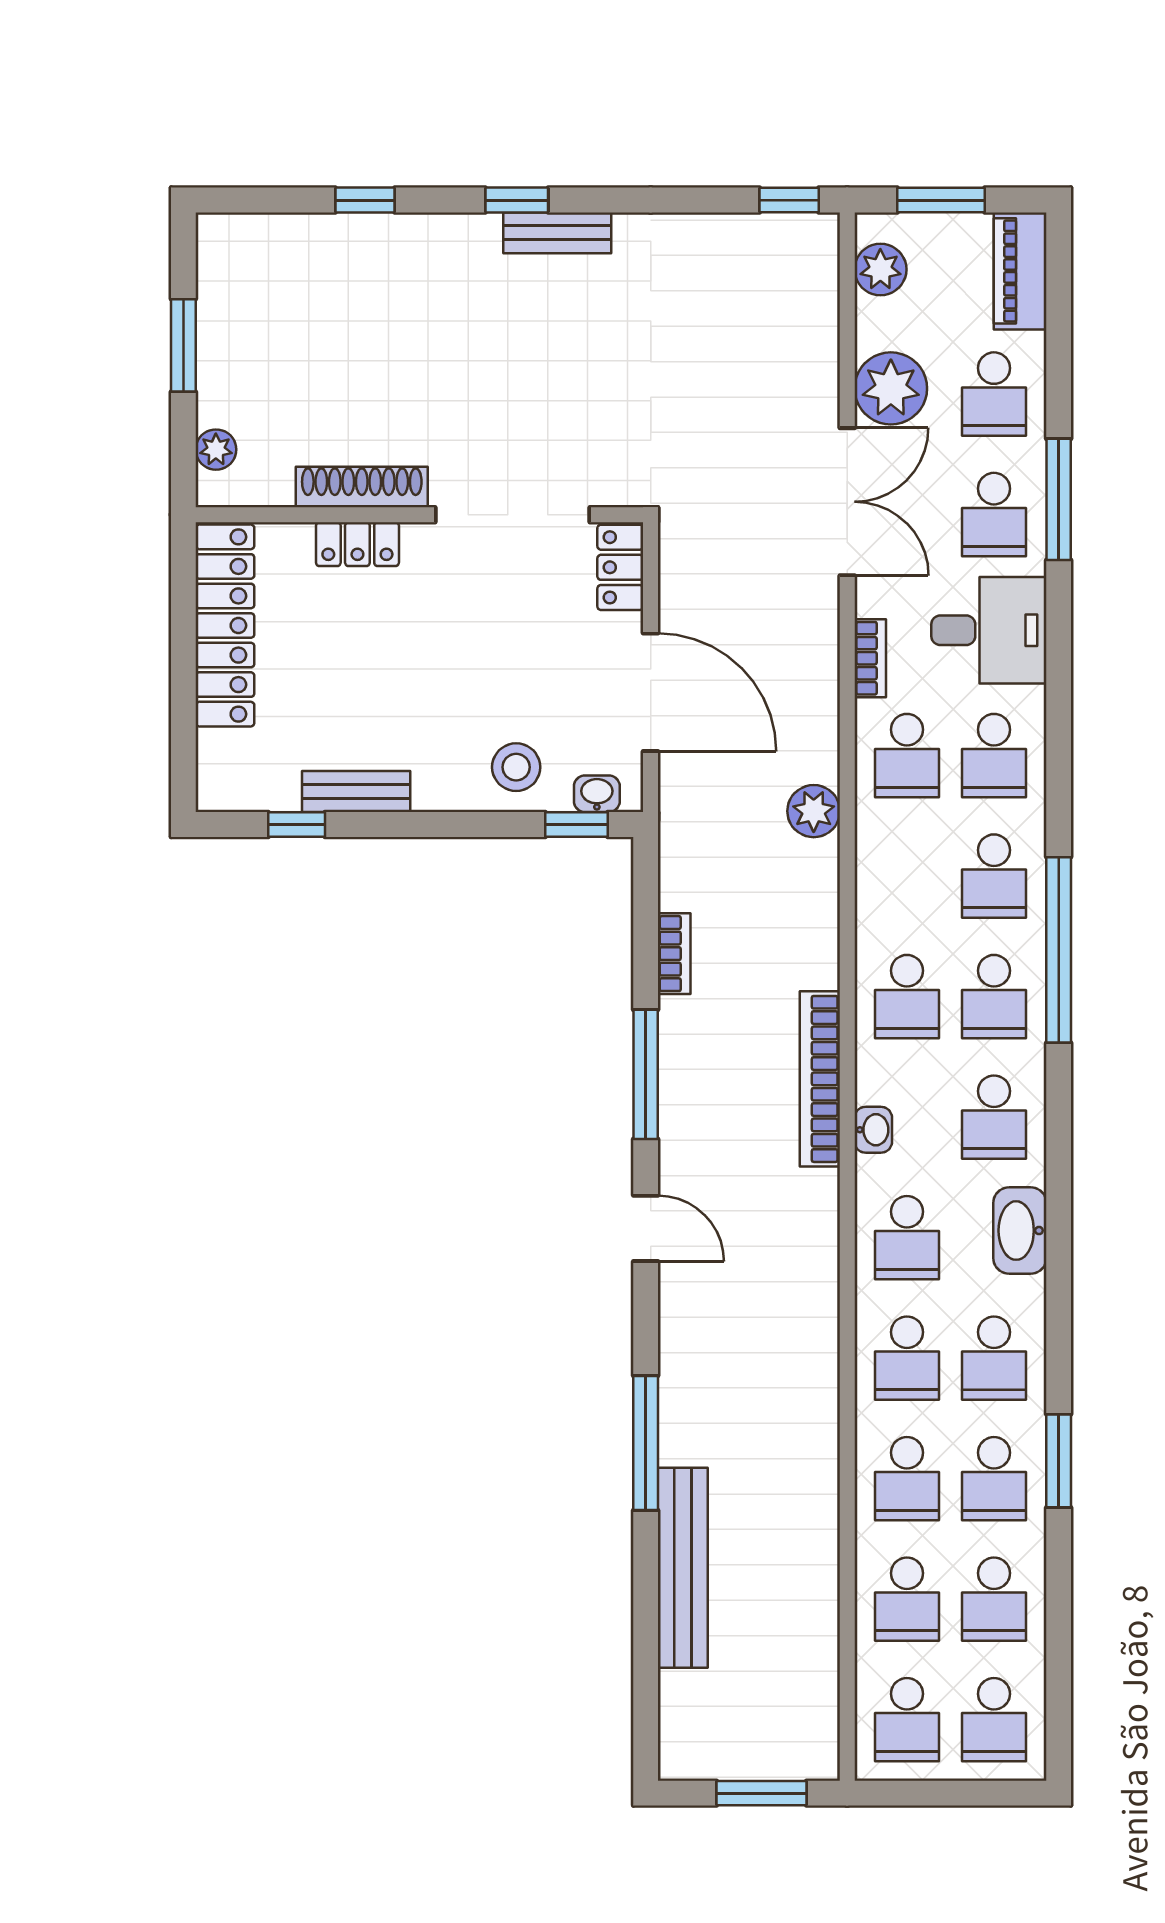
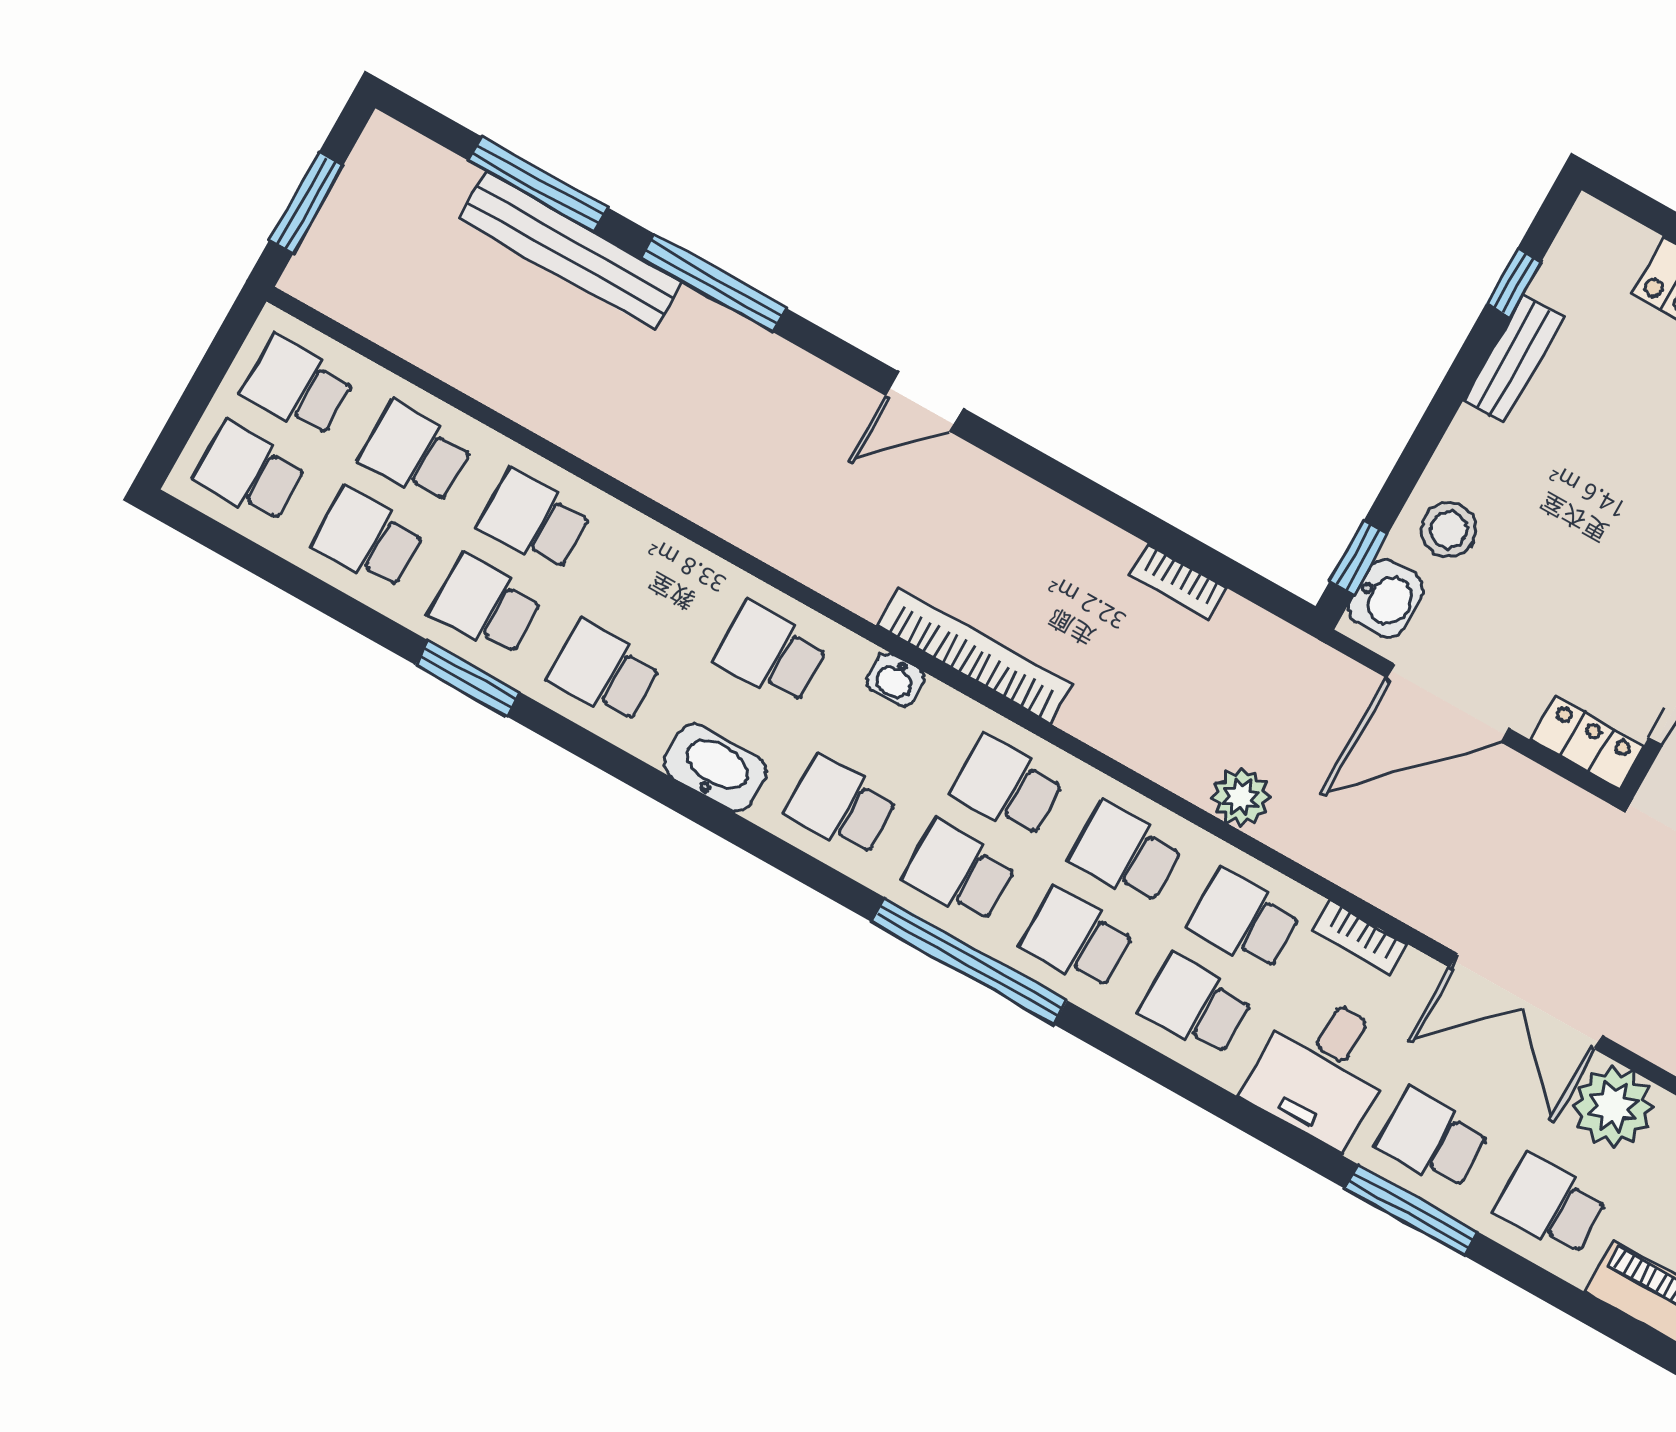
washbasin: (597, 794) -> (1386, 599), width x1.38, depth x1.45
window: (646, 1074) -> (538, 184), moved
school desk: (907, 1358) -> (1126, 853), moved

